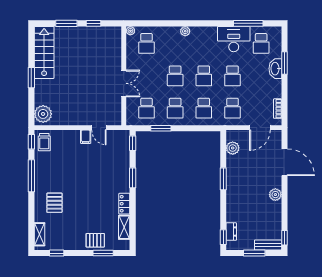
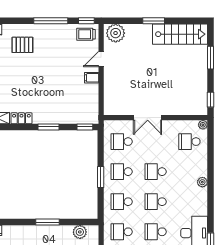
window: (94, 23) -> (211, 100), moved
door: (99, 128) -> (101, 59), moved
window: (161, 128) -> (101, 177), moved

